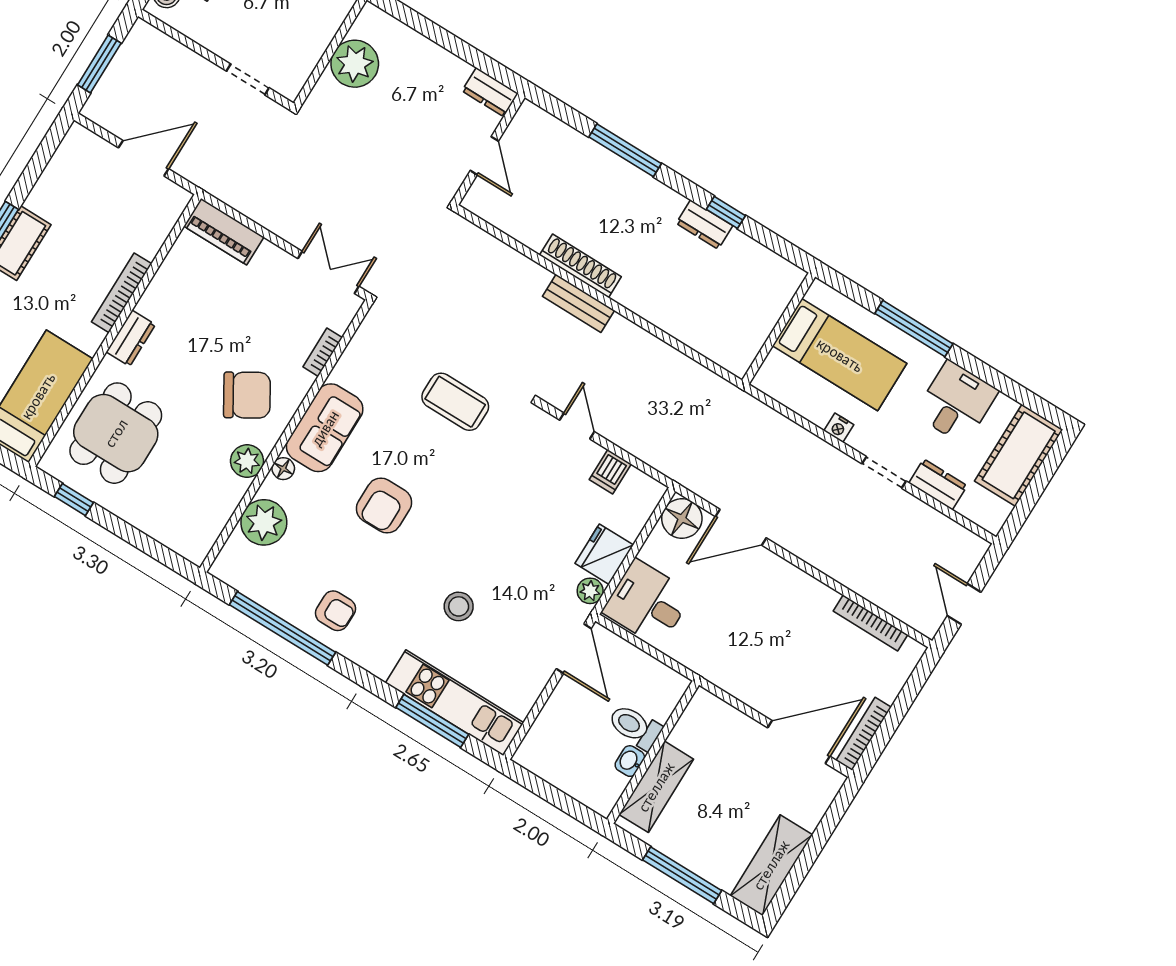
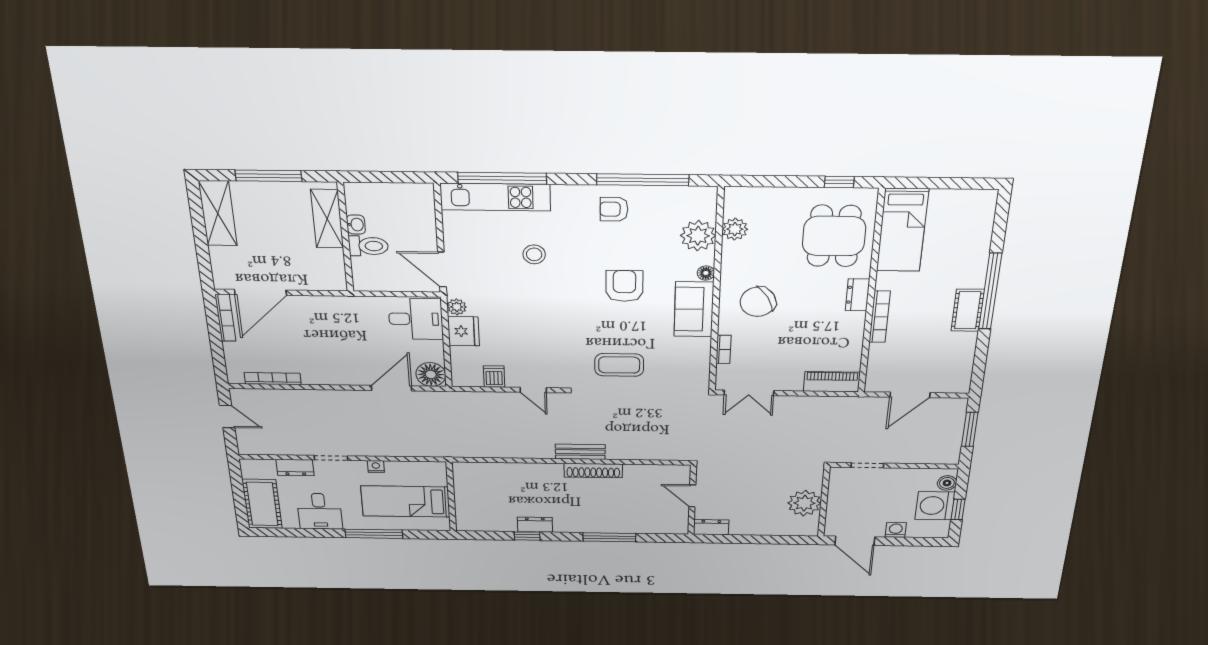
plant: (247, 461) -> (735, 229), moved
window: (432, 721) -> (502, 178), width x1.46

